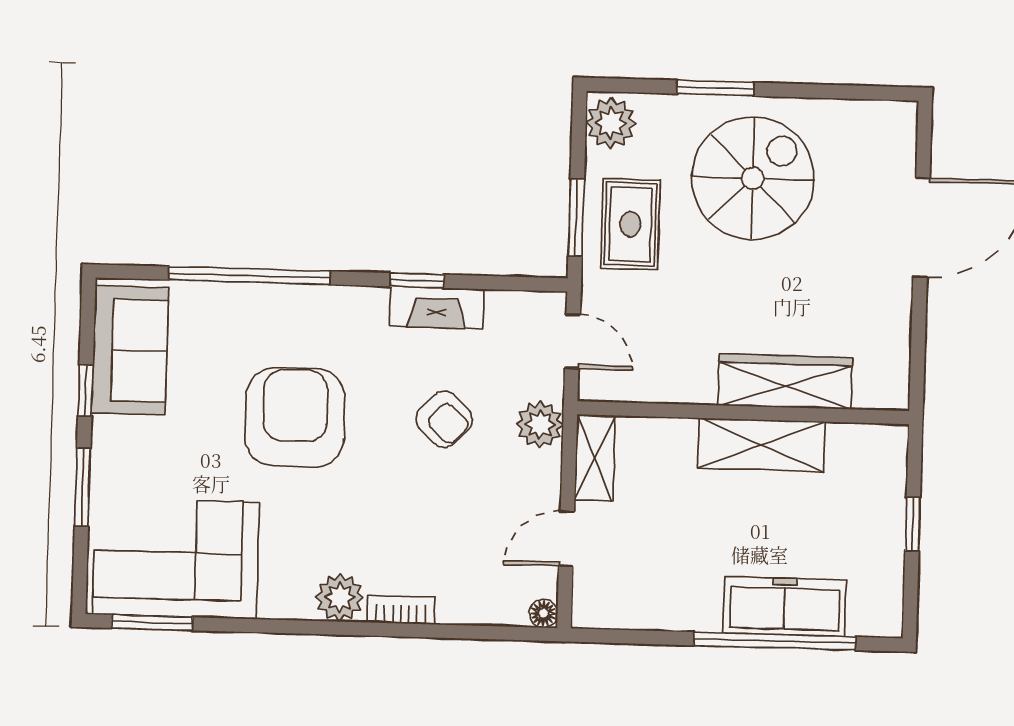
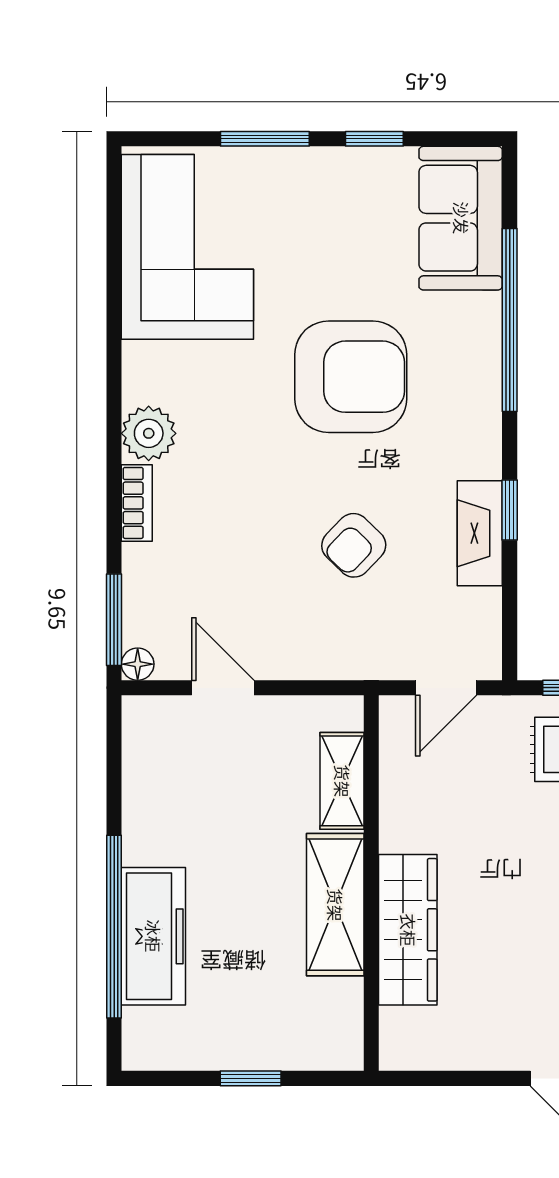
sofa: (130, 350) -> (461, 218), moved, turned 90
plant: (540, 425) -> (351, 654), removed
shelving: (595, 458) -> (342, 781), moved, turned 90
window: (152, 623) -> (114, 620), moved

